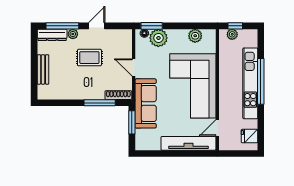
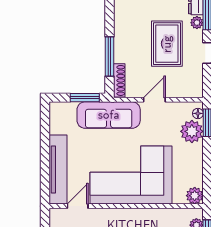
plant: (195, 36) -> (195, 196), moved
rug: (89, 58) -> (167, 44), width x1.36, depth x1.43
door: (217, 128) -> (78, 206), hinge flipped

